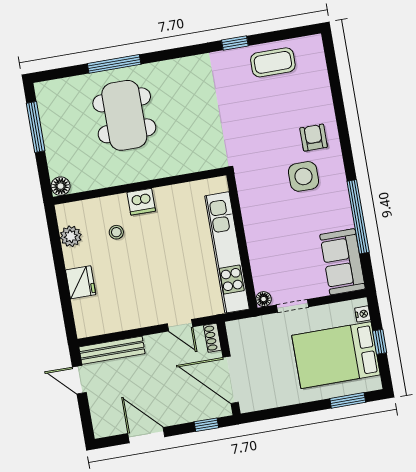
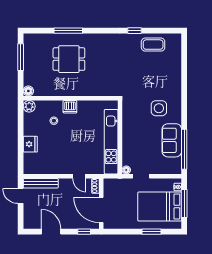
dining table: (124, 115) -> (69, 59), width x0.73
armchair: (314, 138) -> (168, 88), removed
window: (358, 217) -> (184, 149), moved
plant: (71, 236) -> (29, 106), moved
sofa: (343, 262) -> (172, 140), moved
window: (380, 342) -> (184, 203), width x2.17
window: (348, 400) -> (152, 232), moved

